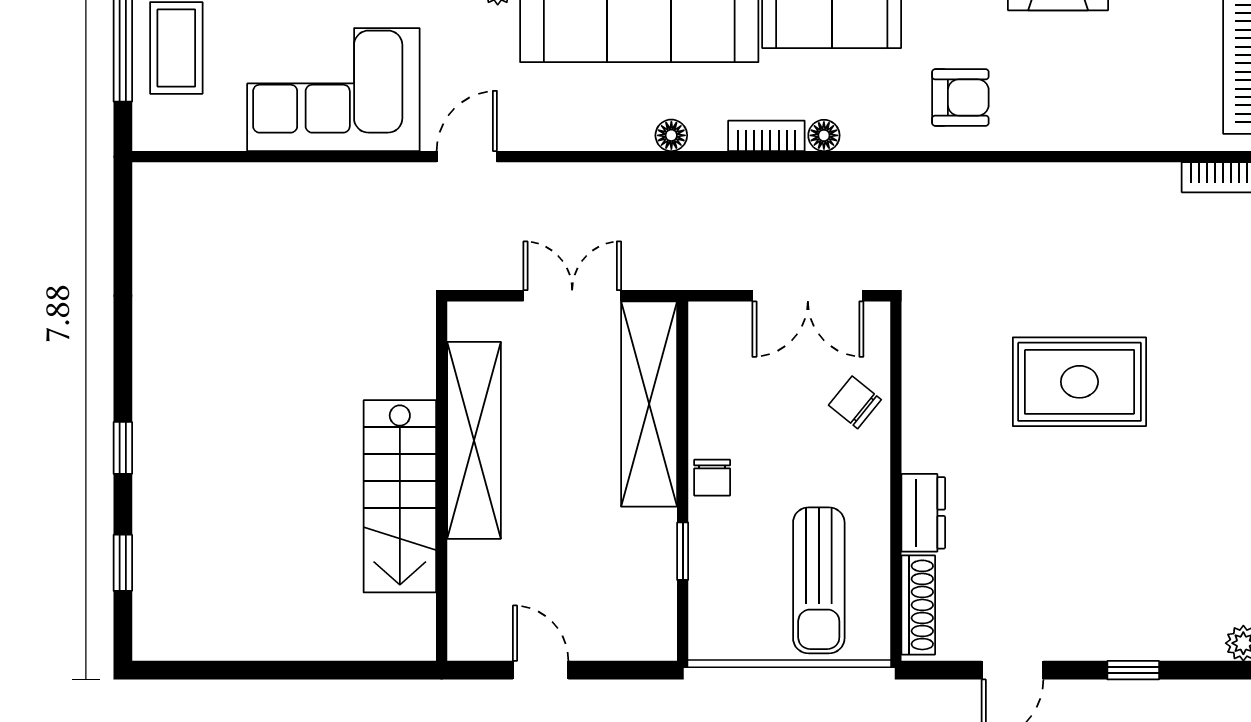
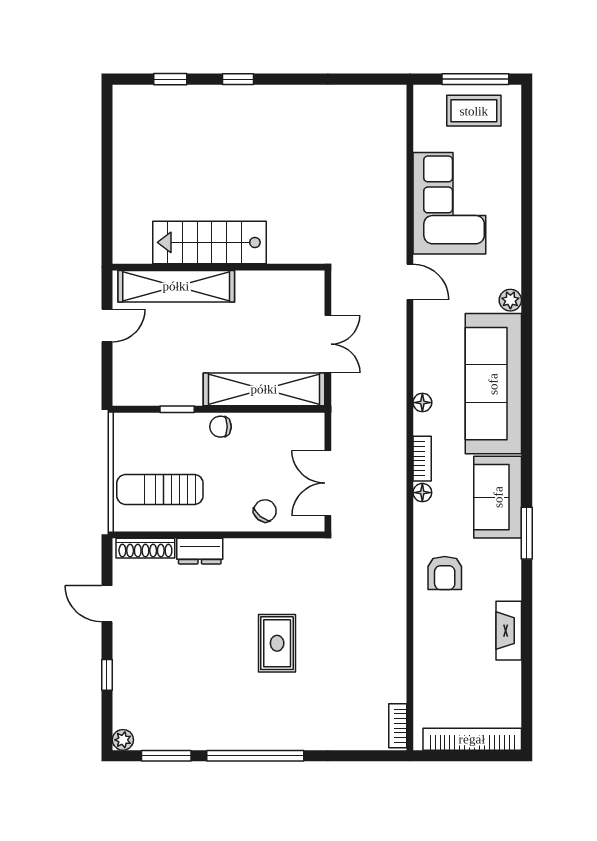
rug: (1079, 382) -> (277, 643), width x0.73, depth x0.70
shelving: (474, 440) -> (176, 286), moved

